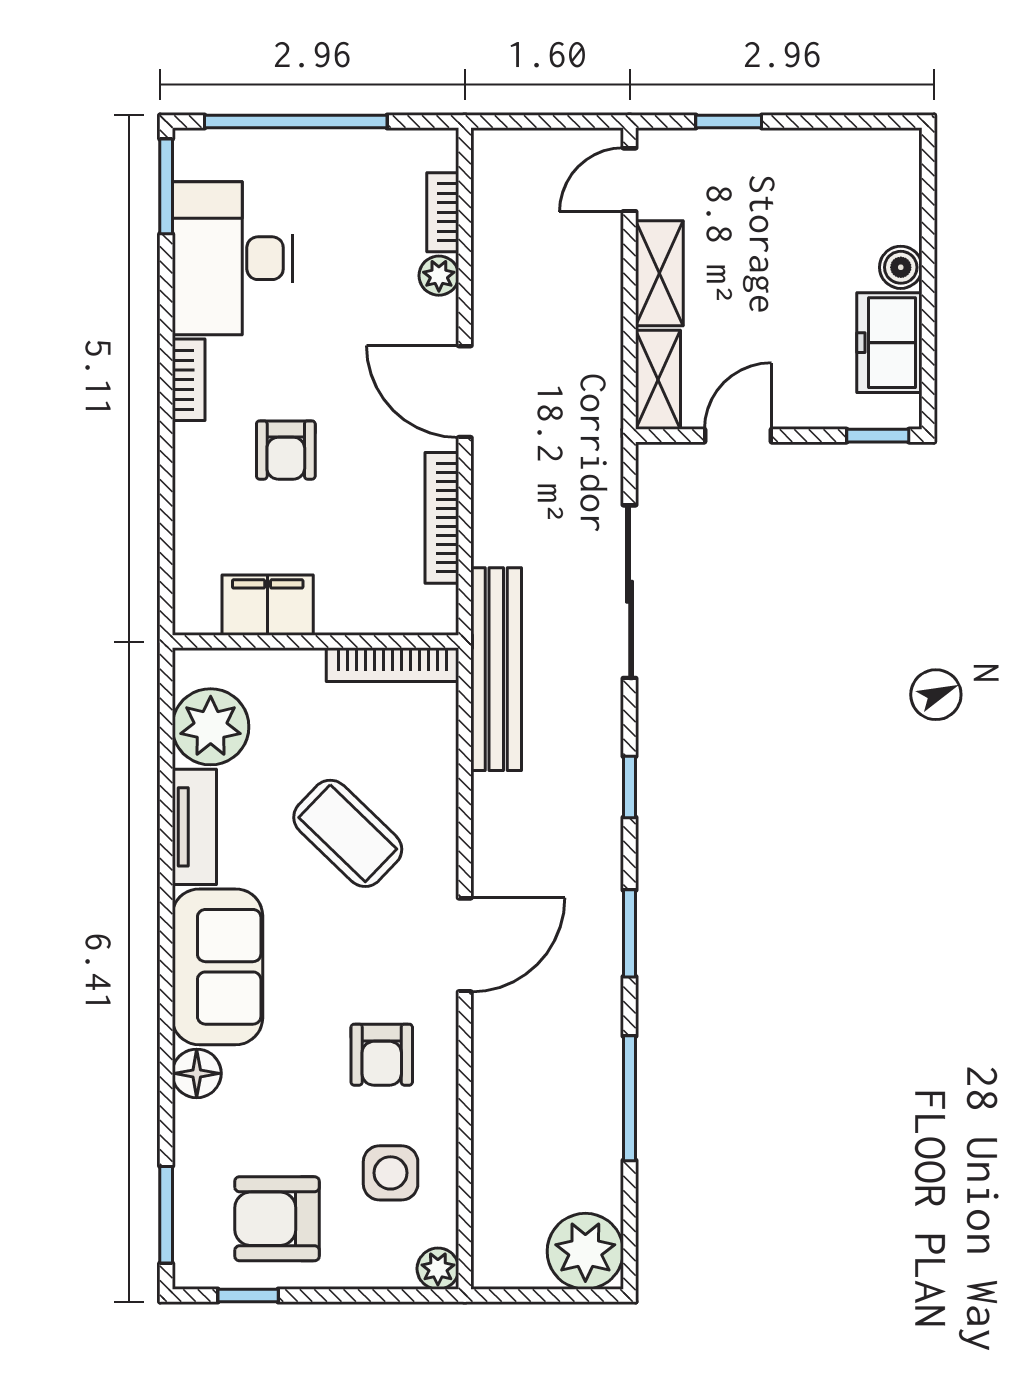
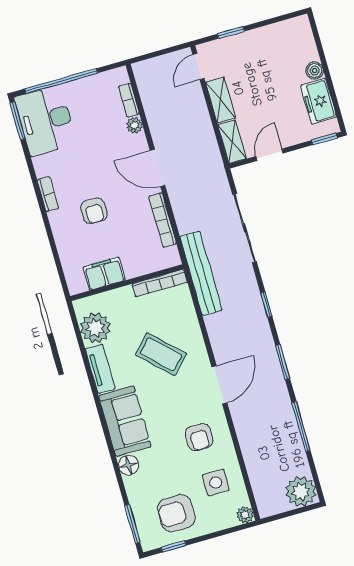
desk: (233, 258) -> (46, 120), moved

